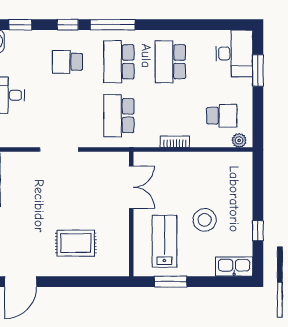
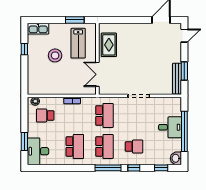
rug: (76, 243) -> (109, 45), moved, turned 90

